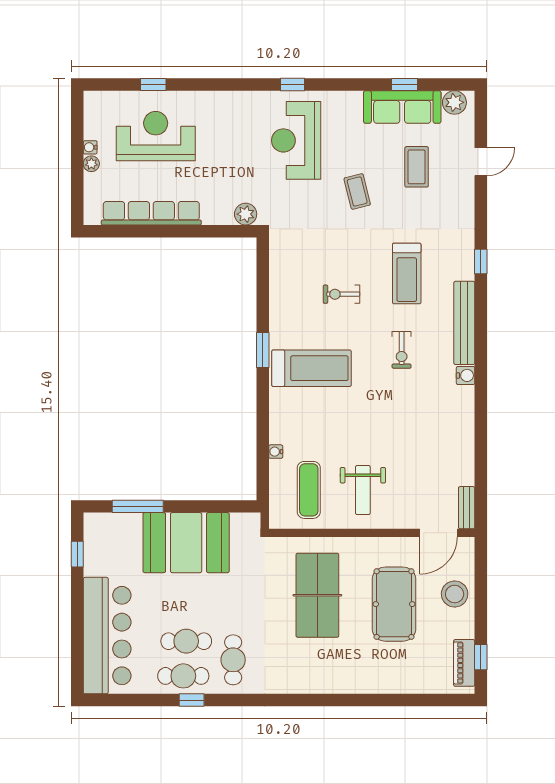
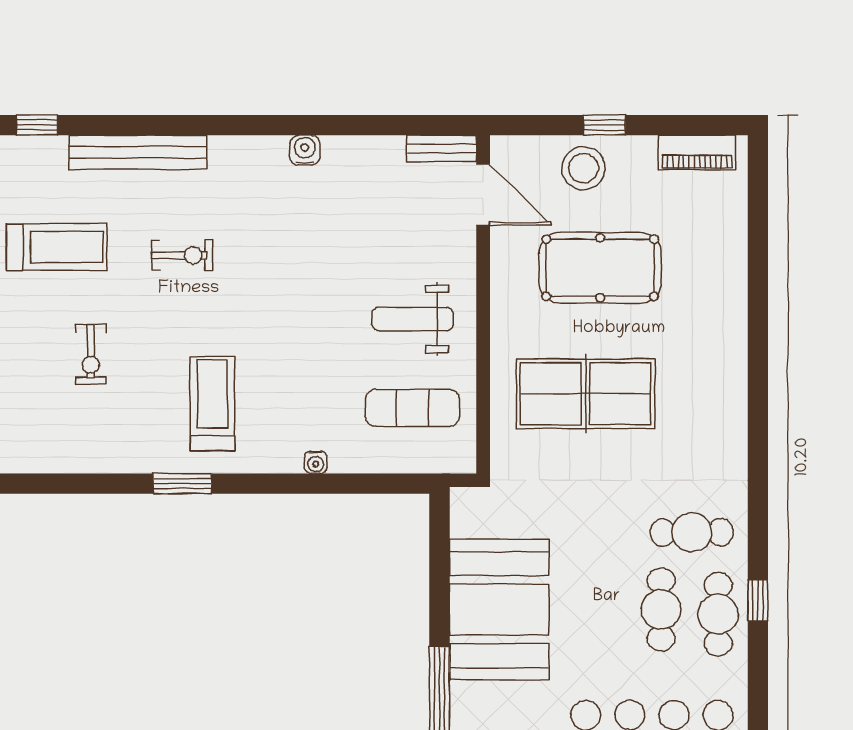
treadmill: (312, 368) -> (212, 403), width x0.73, depth x0.73
water cooler: (466, 375) -> (305, 150), moved
water cooler: (276, 452) -> (316, 462), moved
weight bench: (363, 490) -> (413, 319), turned 180
window: (481, 657) -> (604, 125), moved

